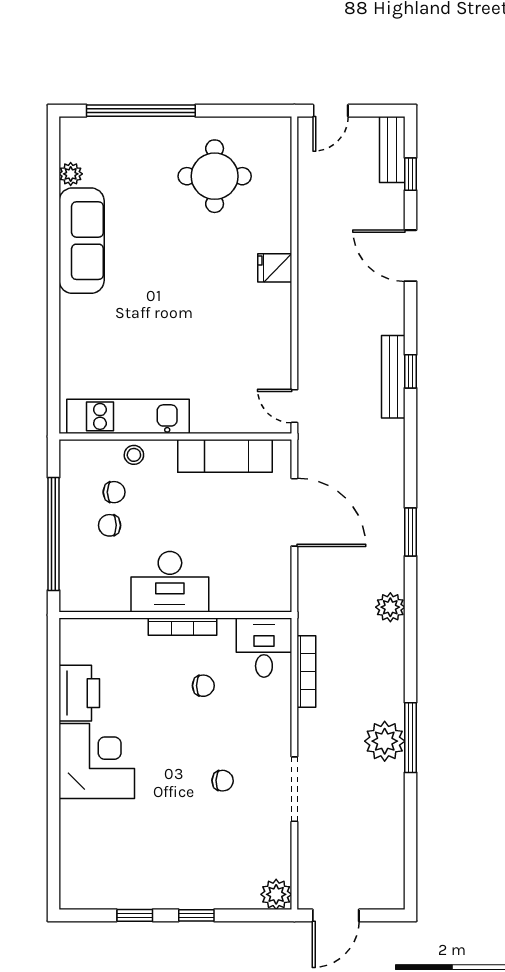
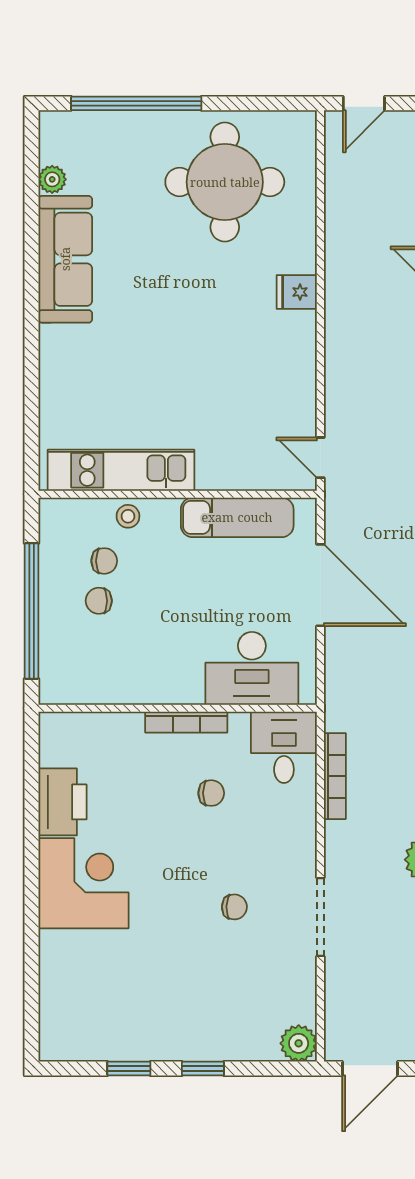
round table: (215, 176) -> (225, 182), width x1.36, depth x1.36
desk: (170, 582) -> (252, 668), moved

